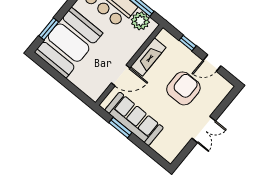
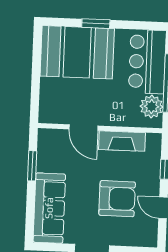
window: (49, 29) -> (96, 24), moved
sofa: (134, 119) -> (49, 208), moved

